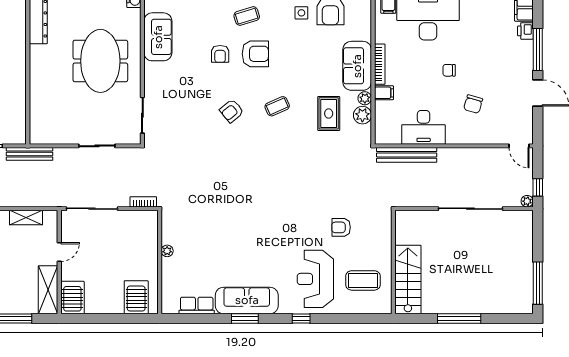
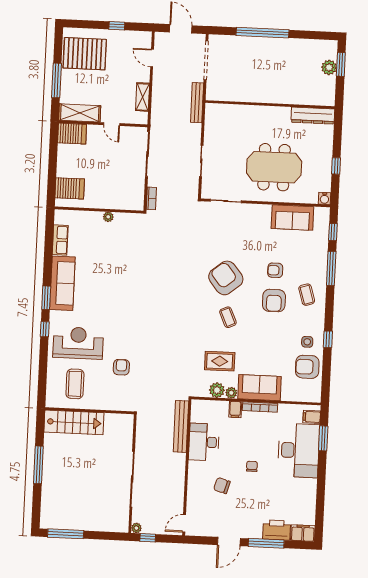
printer: (525, 31) -> (277, 530), width x1.87, depth x1.48
armchair: (232, 111) -> (226, 278), width x1.88, depth x1.88
window: (245, 318) -> (46, 298), moved

